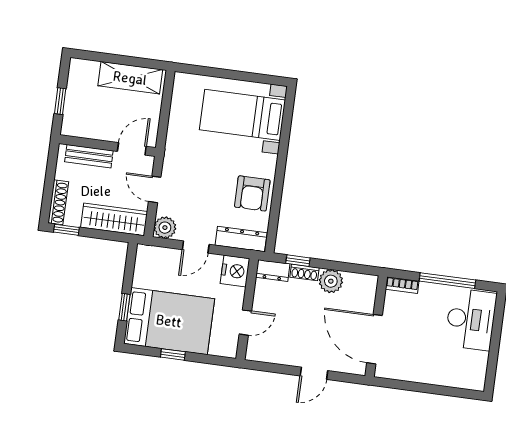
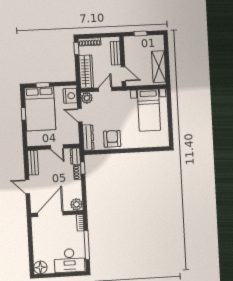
bed with nightstands: (242, 115) -> (149, 110), moved, turned 180
armchair: (252, 193) -> (112, 139), turned 90
nightstand: (235, 271) -> (70, 96), moved, turned -90
plant: (331, 281) -> (76, 204), moved
door: (245, 323) -> (57, 147), moved
bench: (270, 354) -> (33, 163), added
floor lamp: (473, 378) -> (40, 267), added

